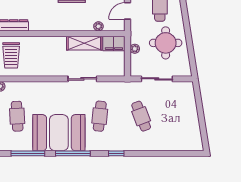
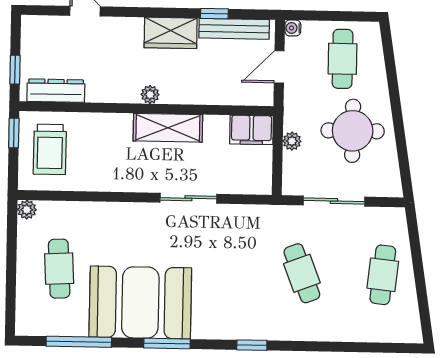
plant: (98, 26) -> (150, 95), moved
shelving: (84, 43) -> (168, 128), moved
cafe table: (100, 116) -> (383, 275), moved
window: (73, 153) -> (167, 343), width x0.69

